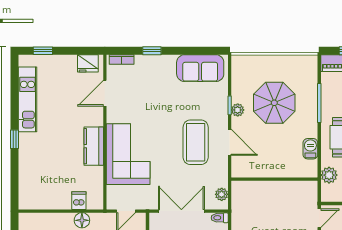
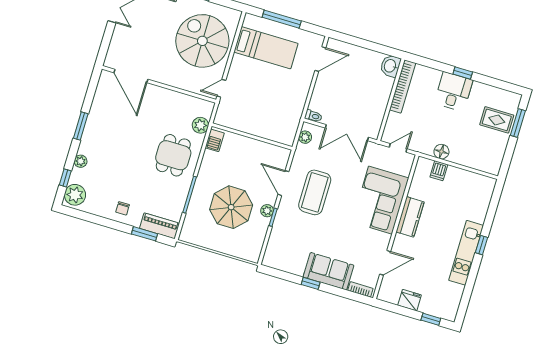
window: (152, 51) -> (311, 283), moved
fridge: (88, 63) -> (410, 300), moved
sofa: (200, 68) -> (329, 271), moved
kitchen unit: (27, 99) -> (466, 253), moved
barbecue: (310, 149) -> (215, 140), moved

